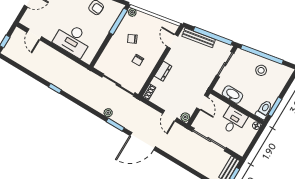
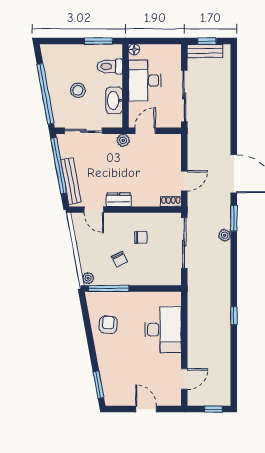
door: (173, 41) -> (94, 210), hinge flipped
stool: (261, 70) -> (78, 90), moved
dresser: (163, 71) -> (119, 200), moved
toilet: (264, 110) -> (110, 66), moved
door: (170, 116) -> (184, 181), moved
plant: (185, 117) -> (123, 140), moved
desk: (233, 121) -> (145, 81), width x1.37

